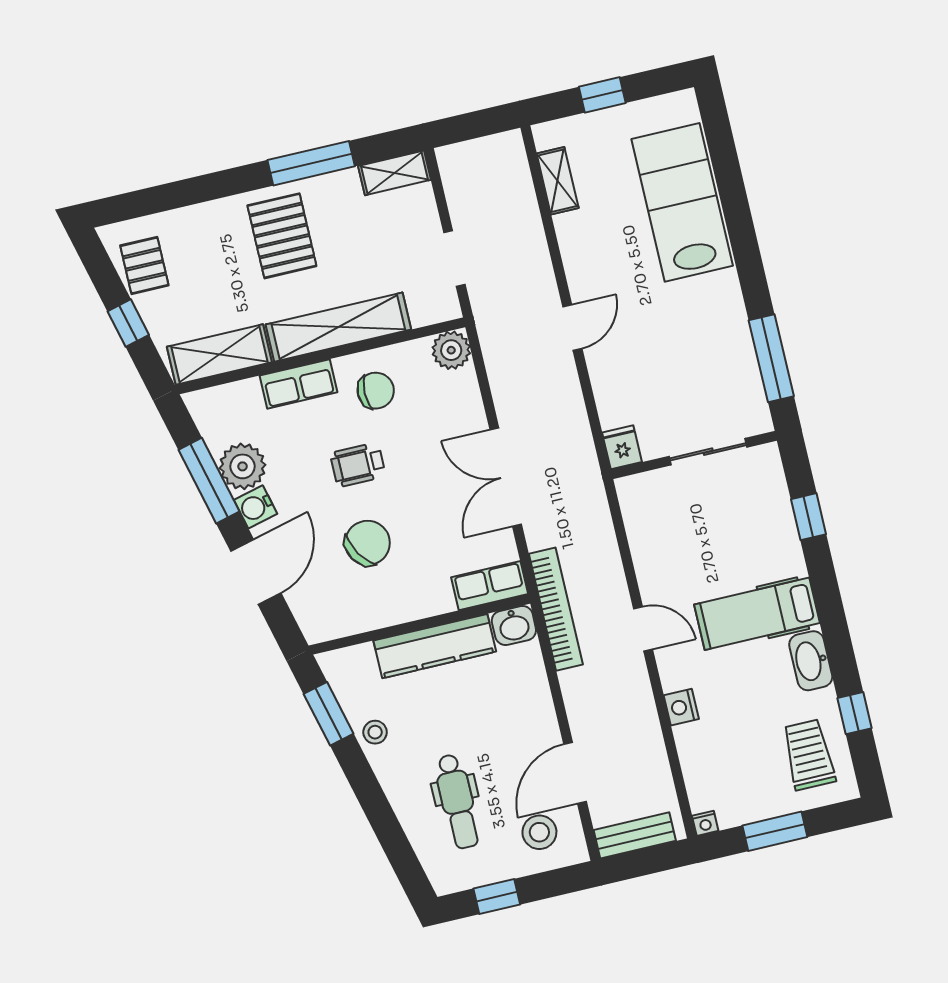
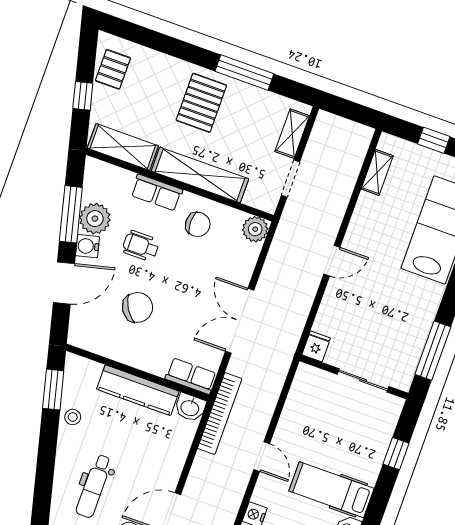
shelving: (394, 173) -> (292, 134), moved, turned 90
wheelchair: (358, 465) -> (141, 246), moved

